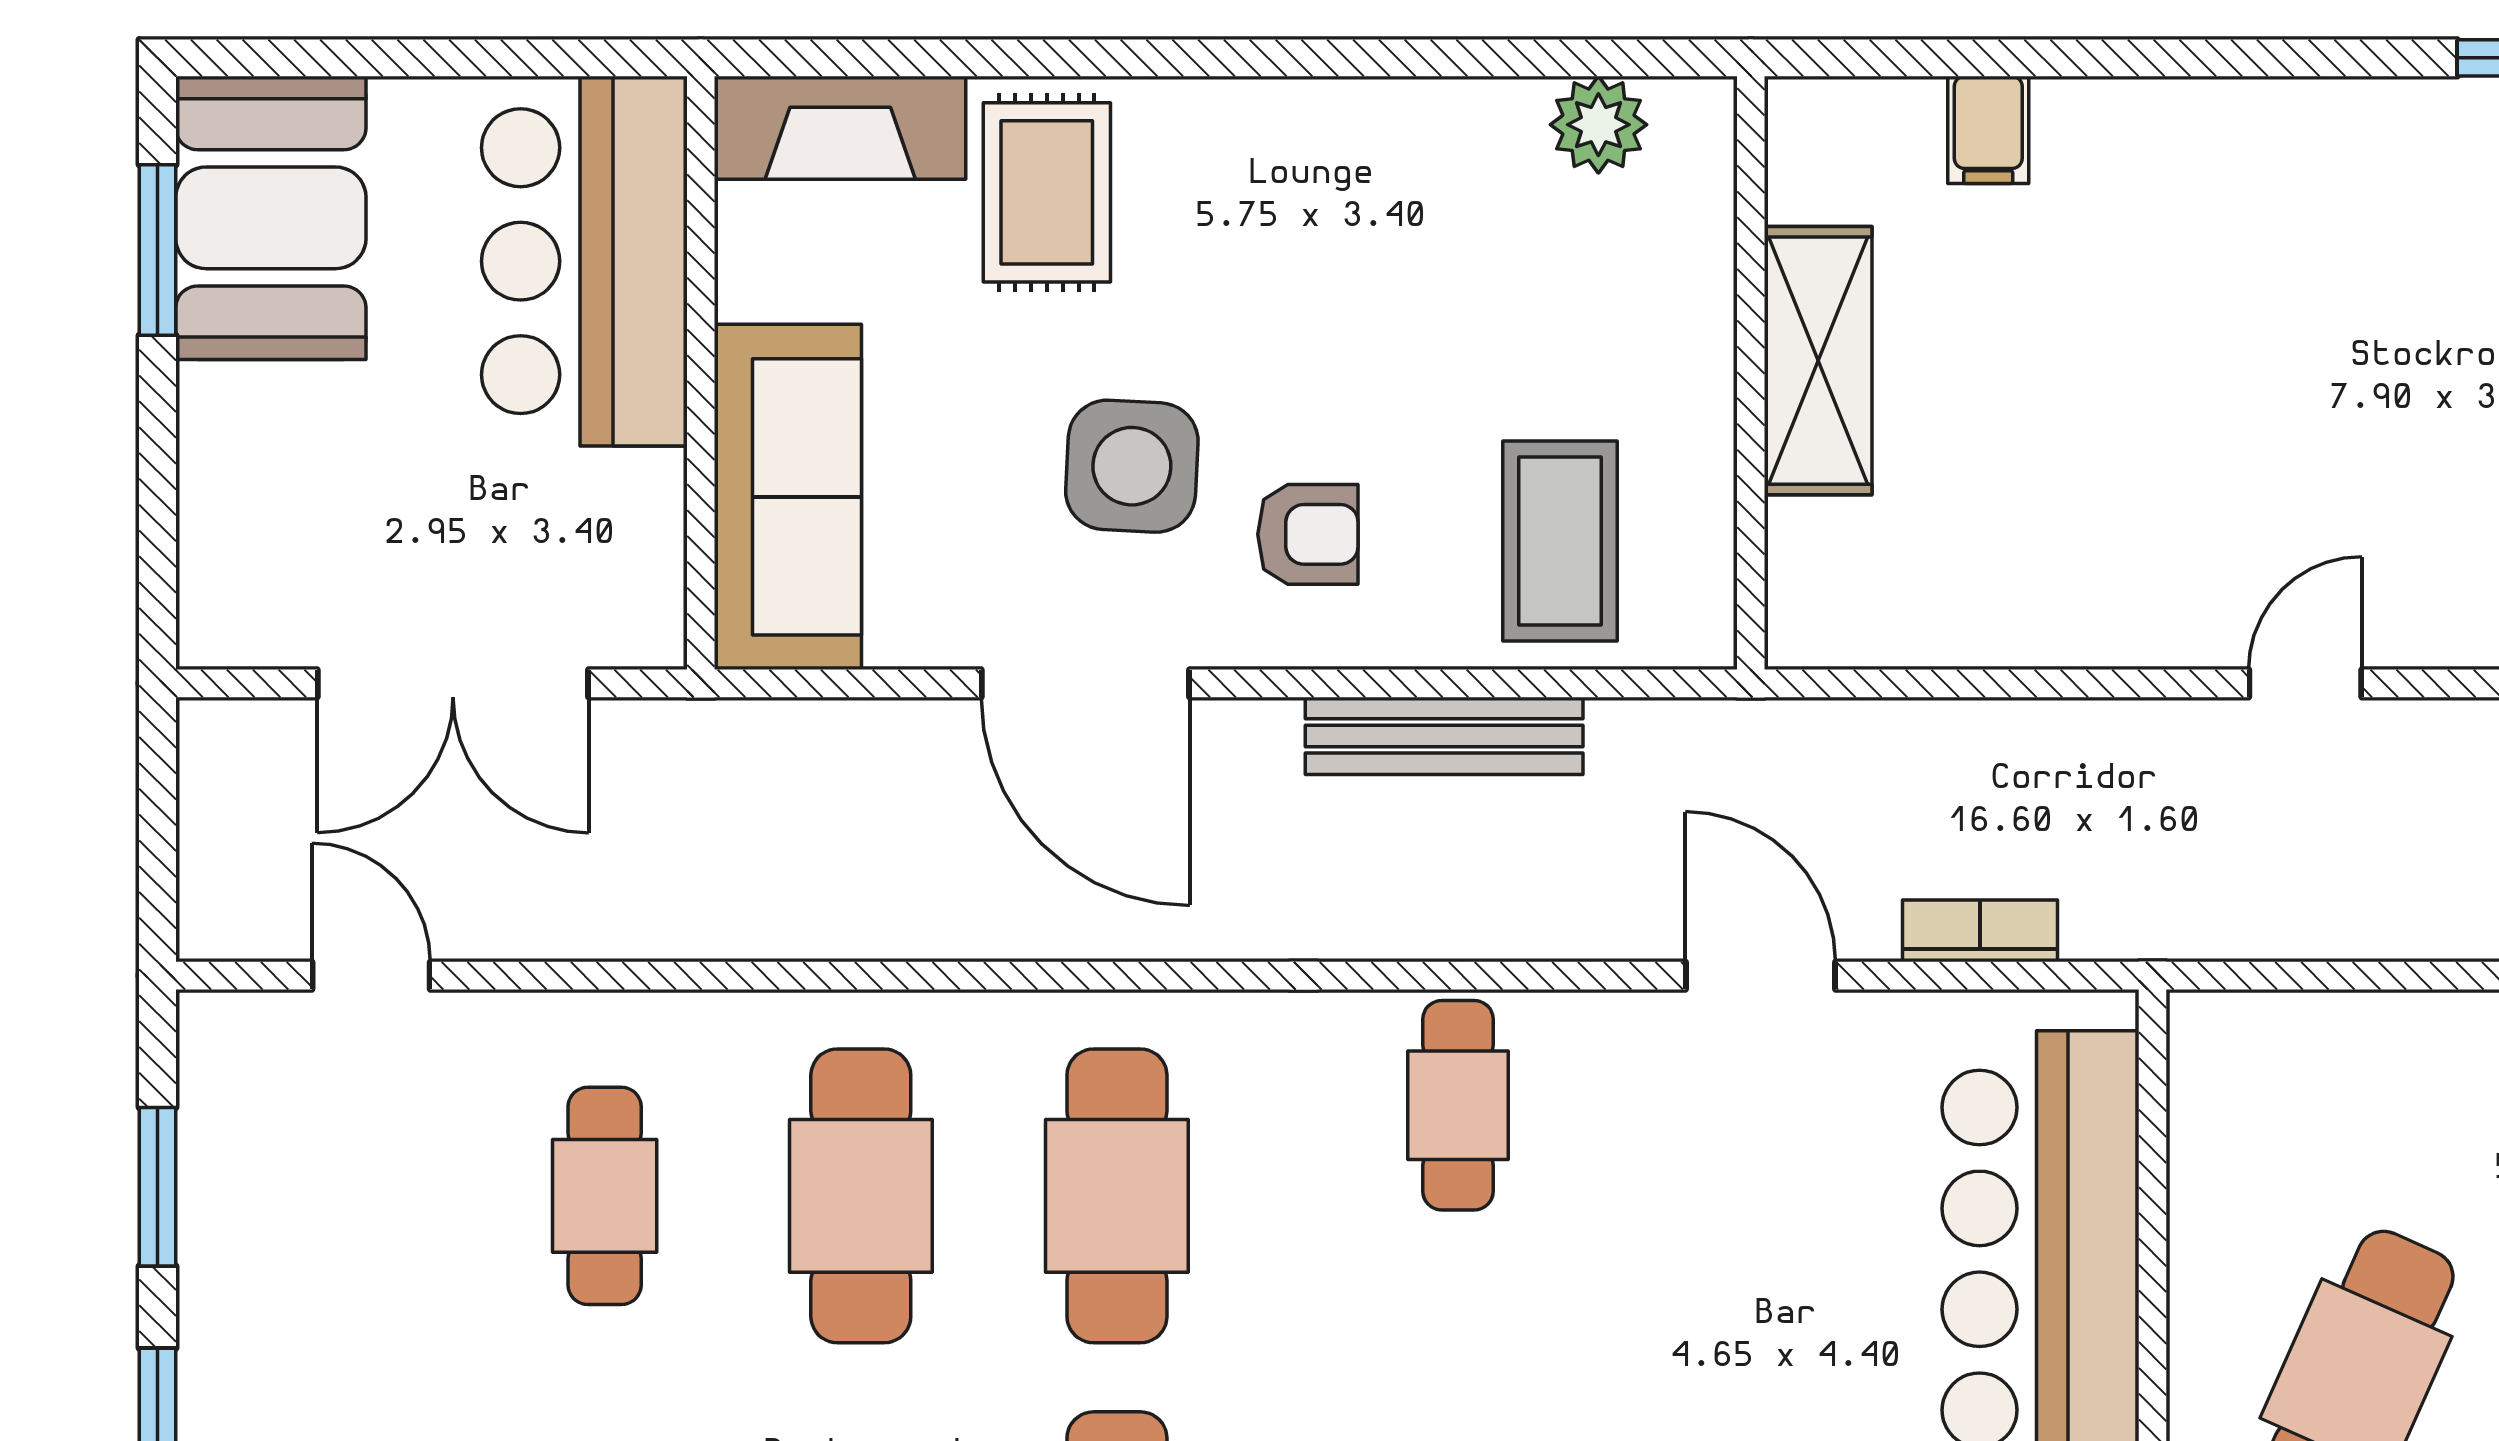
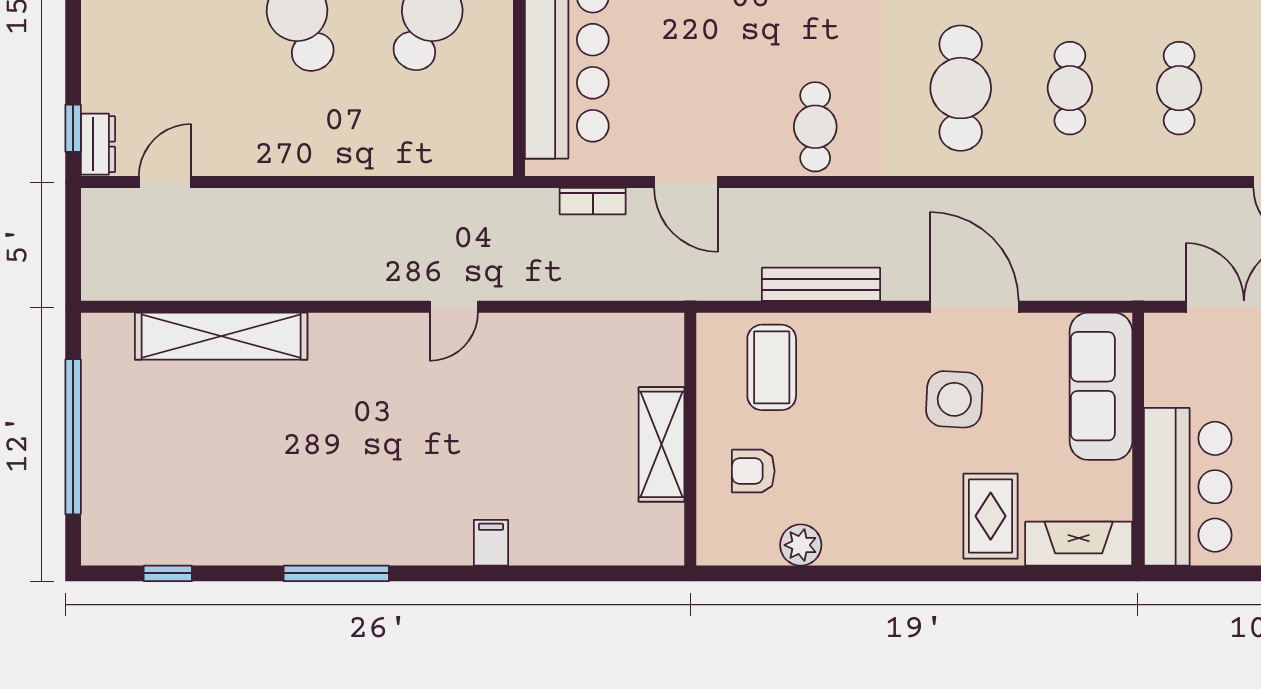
plant: (1598, 125) -> (801, 545), moved
filing cabinet: (1988, 130) -> (491, 543), moved
armchair: (1308, 534) -> (753, 471), moved
cafe table: (861, 1196) -> (1070, 88), width x0.73, depth x0.74

